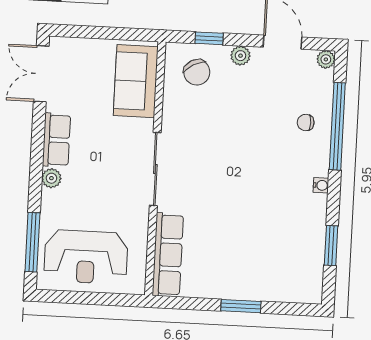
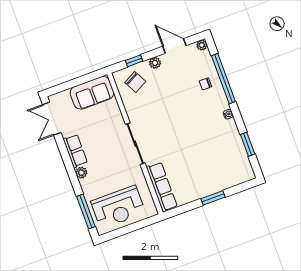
sofa: (136, 81) -> (92, 93), moved, turned -90

